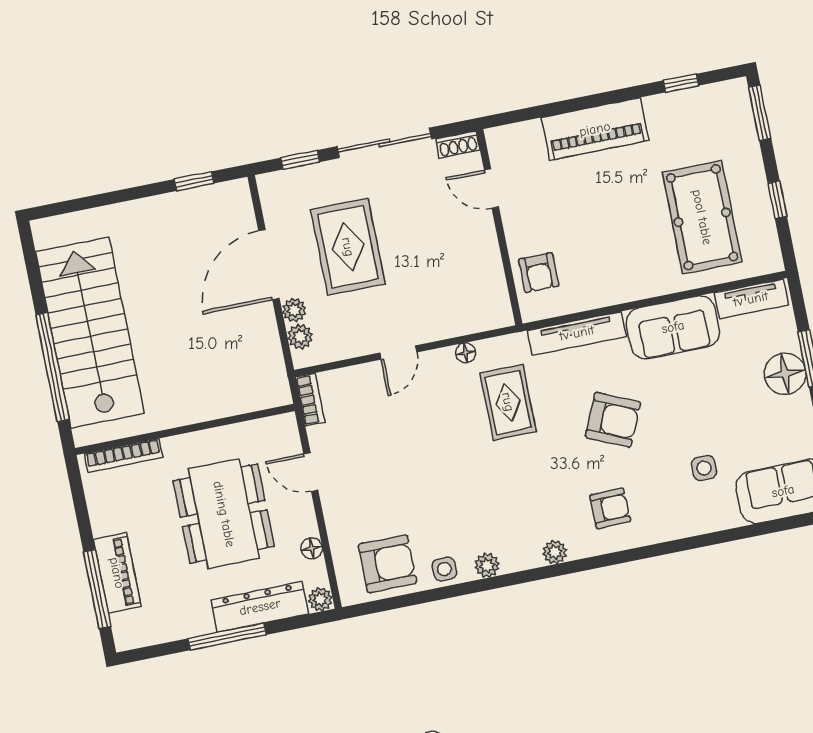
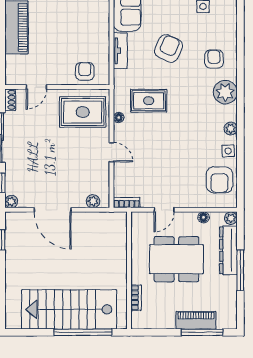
rug: (348, 247) -> (83, 112), moved
armchair: (539, 273) -> (85, 71), turned -90
plant: (294, 310) -> (11, 202), moved
tv unit: (577, 333) -> (120, 51), width x0.71
bookcase: (123, 456) -> (136, 298), width x0.64
plant: (555, 552) -> (225, 92), width x1.88, depth x1.88
armchair: (387, 564) -> (219, 180), turned 180

